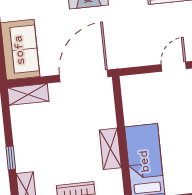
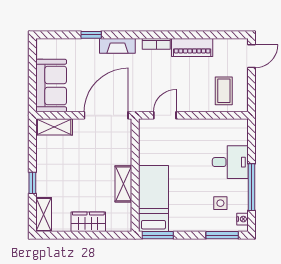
door: (174, 67) -> (165, 115), moved

